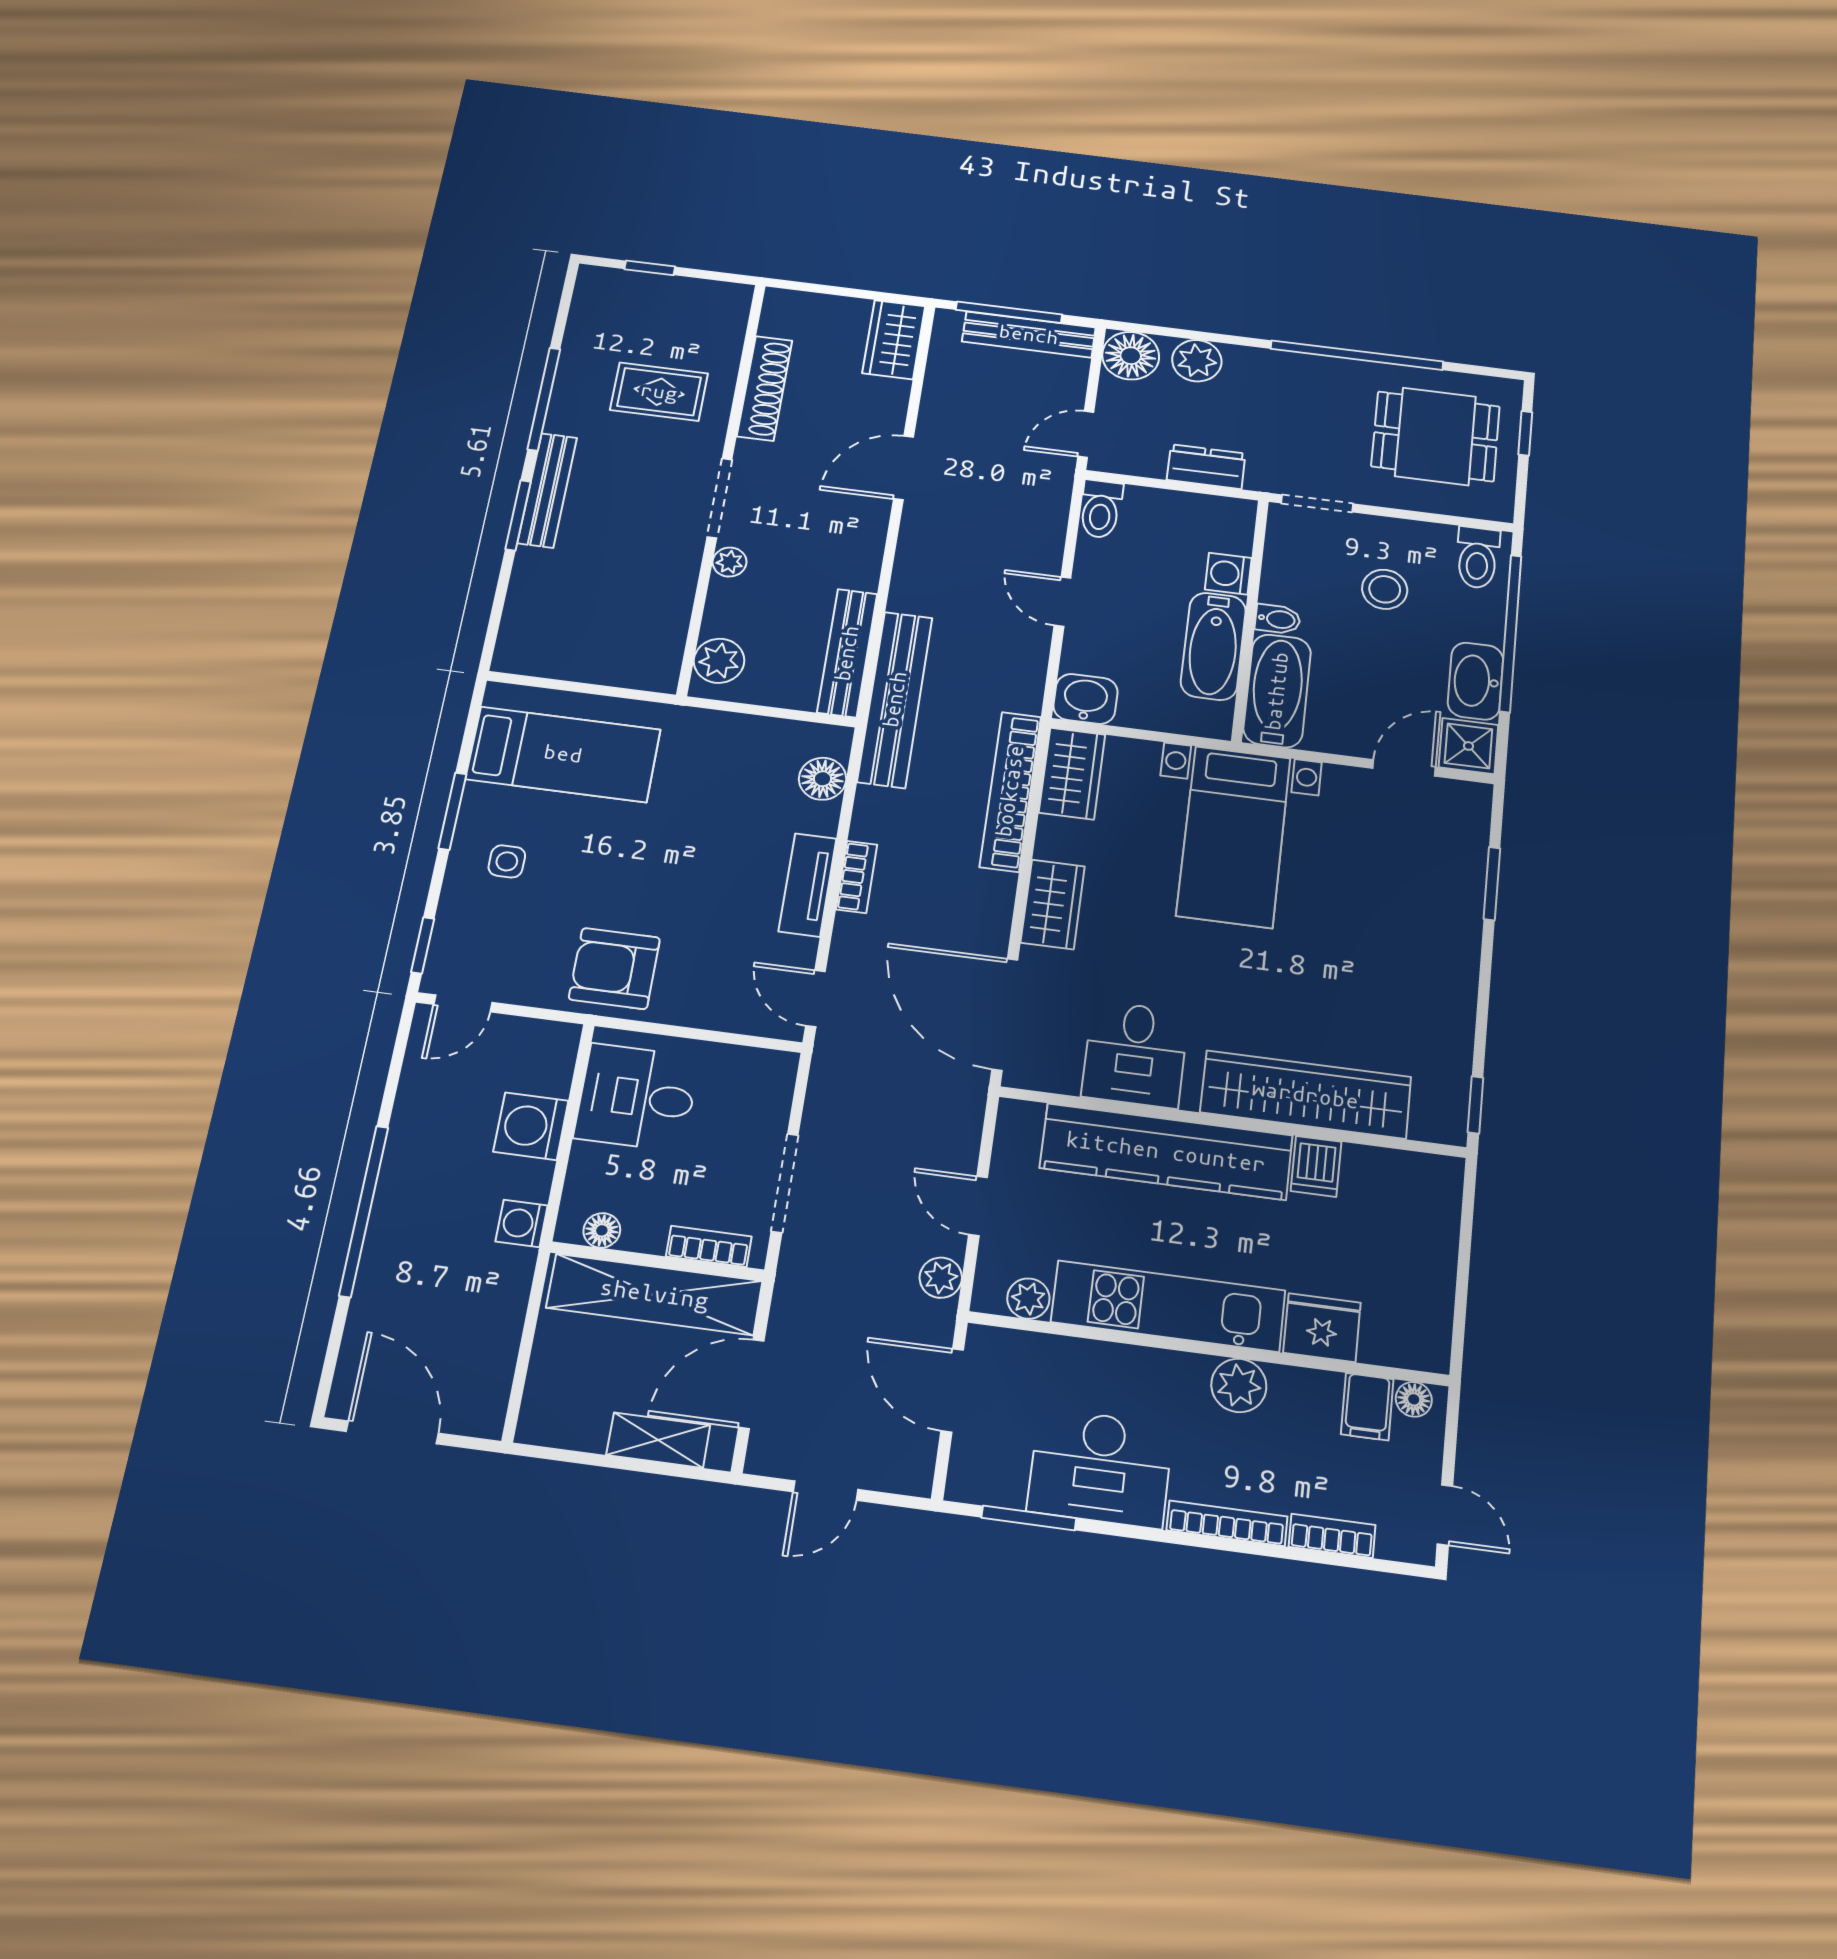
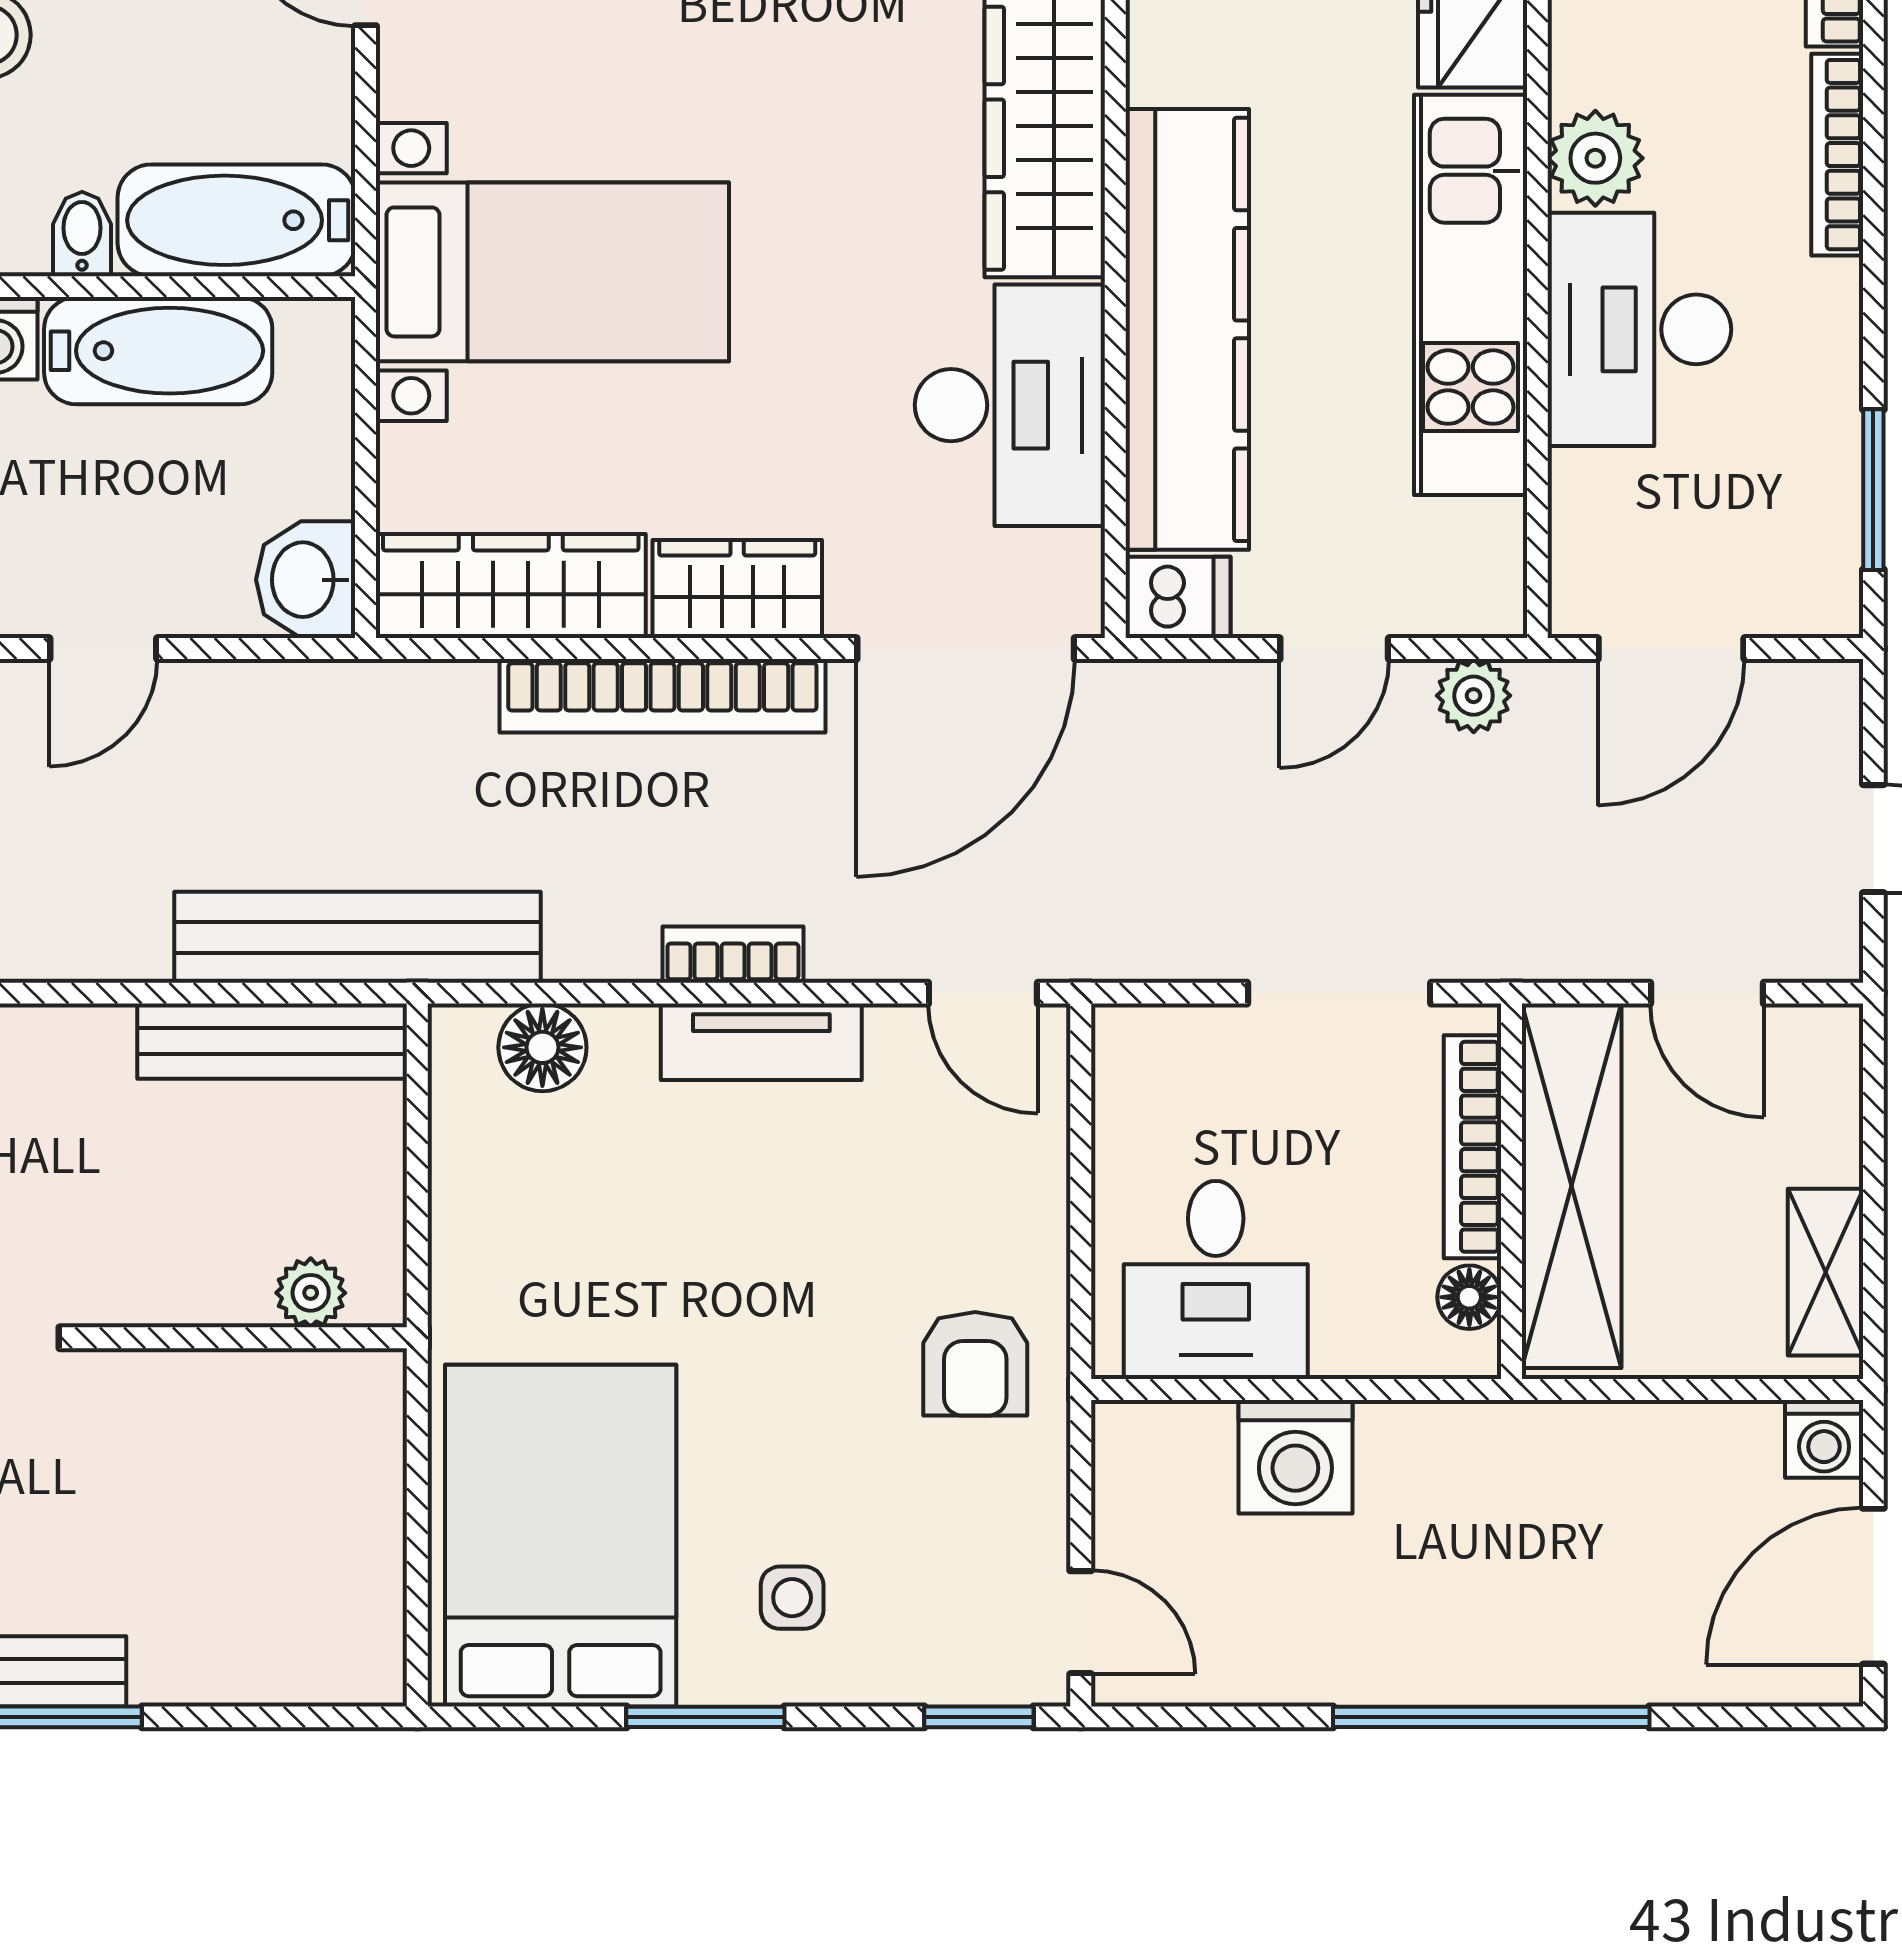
plant: (730, 562) -> (108, 1295), removed
plant: (719, 661) -> (311, 1293), width x0.73, depth x0.73
bed: (563, 754) -> (561, 1536), width x1.50
wardrobe: (1072, 774) -> (511, 586), width x1.50
bookcase: (1010, 791) -> (662, 696), moved
armchair: (614, 968) -> (975, 1364), width x0.72, depth x0.72
door: (815, 999) -> (983, 993), hinge flipped
desk: (1135, 1054) -> (1010, 405), width x1.37
dishwasher: (1316, 1166) -> (1178, 597), moved
washing machine: (522, 1223) -> (1824, 1439), moved
bookcase: (709, 1246) -> (1473, 1147), width x1.56
plant: (1028, 1299) -> (1490, 539), removed
door: (751, 1384) -> (1707, 993), width x0.73
shelving: (658, 1440) -> (1825, 1272), moved
desk: (1100, 1468) -> (1639, 329), moved, turned 180

